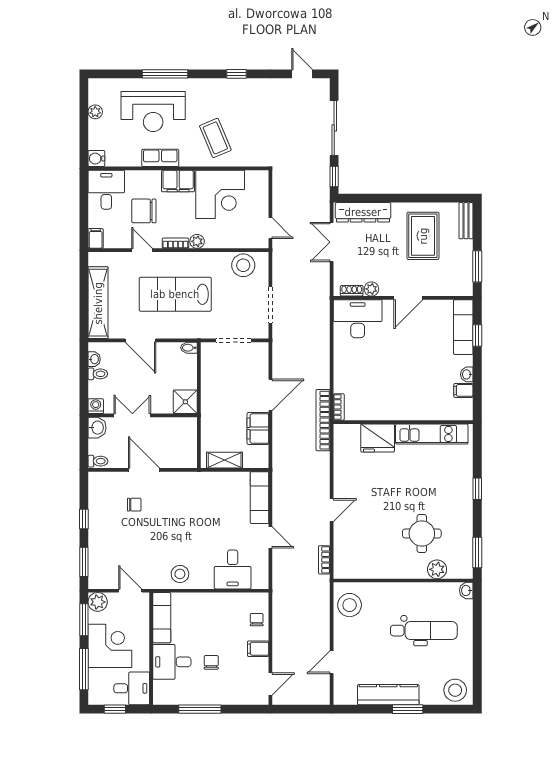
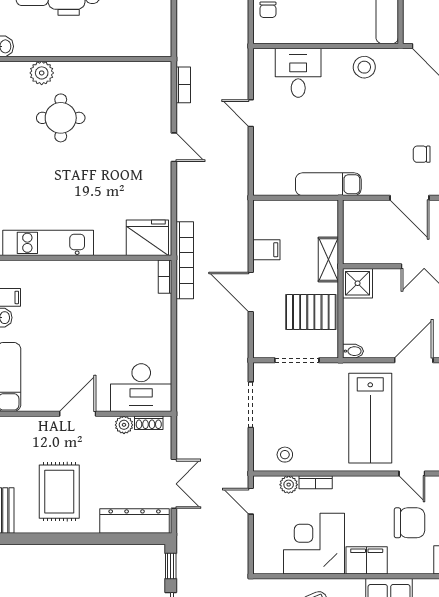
plant: (197, 241) -> (289, 485), moved
bookcase: (175, 243) -> (316, 482), moved
stool: (243, 265) -> (285, 455), width x0.53, depth x0.53
lab bench: (175, 294) -> (370, 418), turned 90
door: (141, 340) -> (414, 360), hinge flipped
pallet: (223, 379) -> (311, 312), added
door: (270, 395) -> (251, 292), hinge flipped
filing cabinet: (258, 428) -> (266, 250), width x0.50
fridge: (378, 438) -> (147, 238), moved
shelving: (225, 460) -> (328, 259), moved, turned 90
exam couch: (260, 498) -> (328, 184), moved, turned -90
door: (332, 510) -> (174, 147), swing flipped
stool: (350, 605) -> (151, 28), removed

